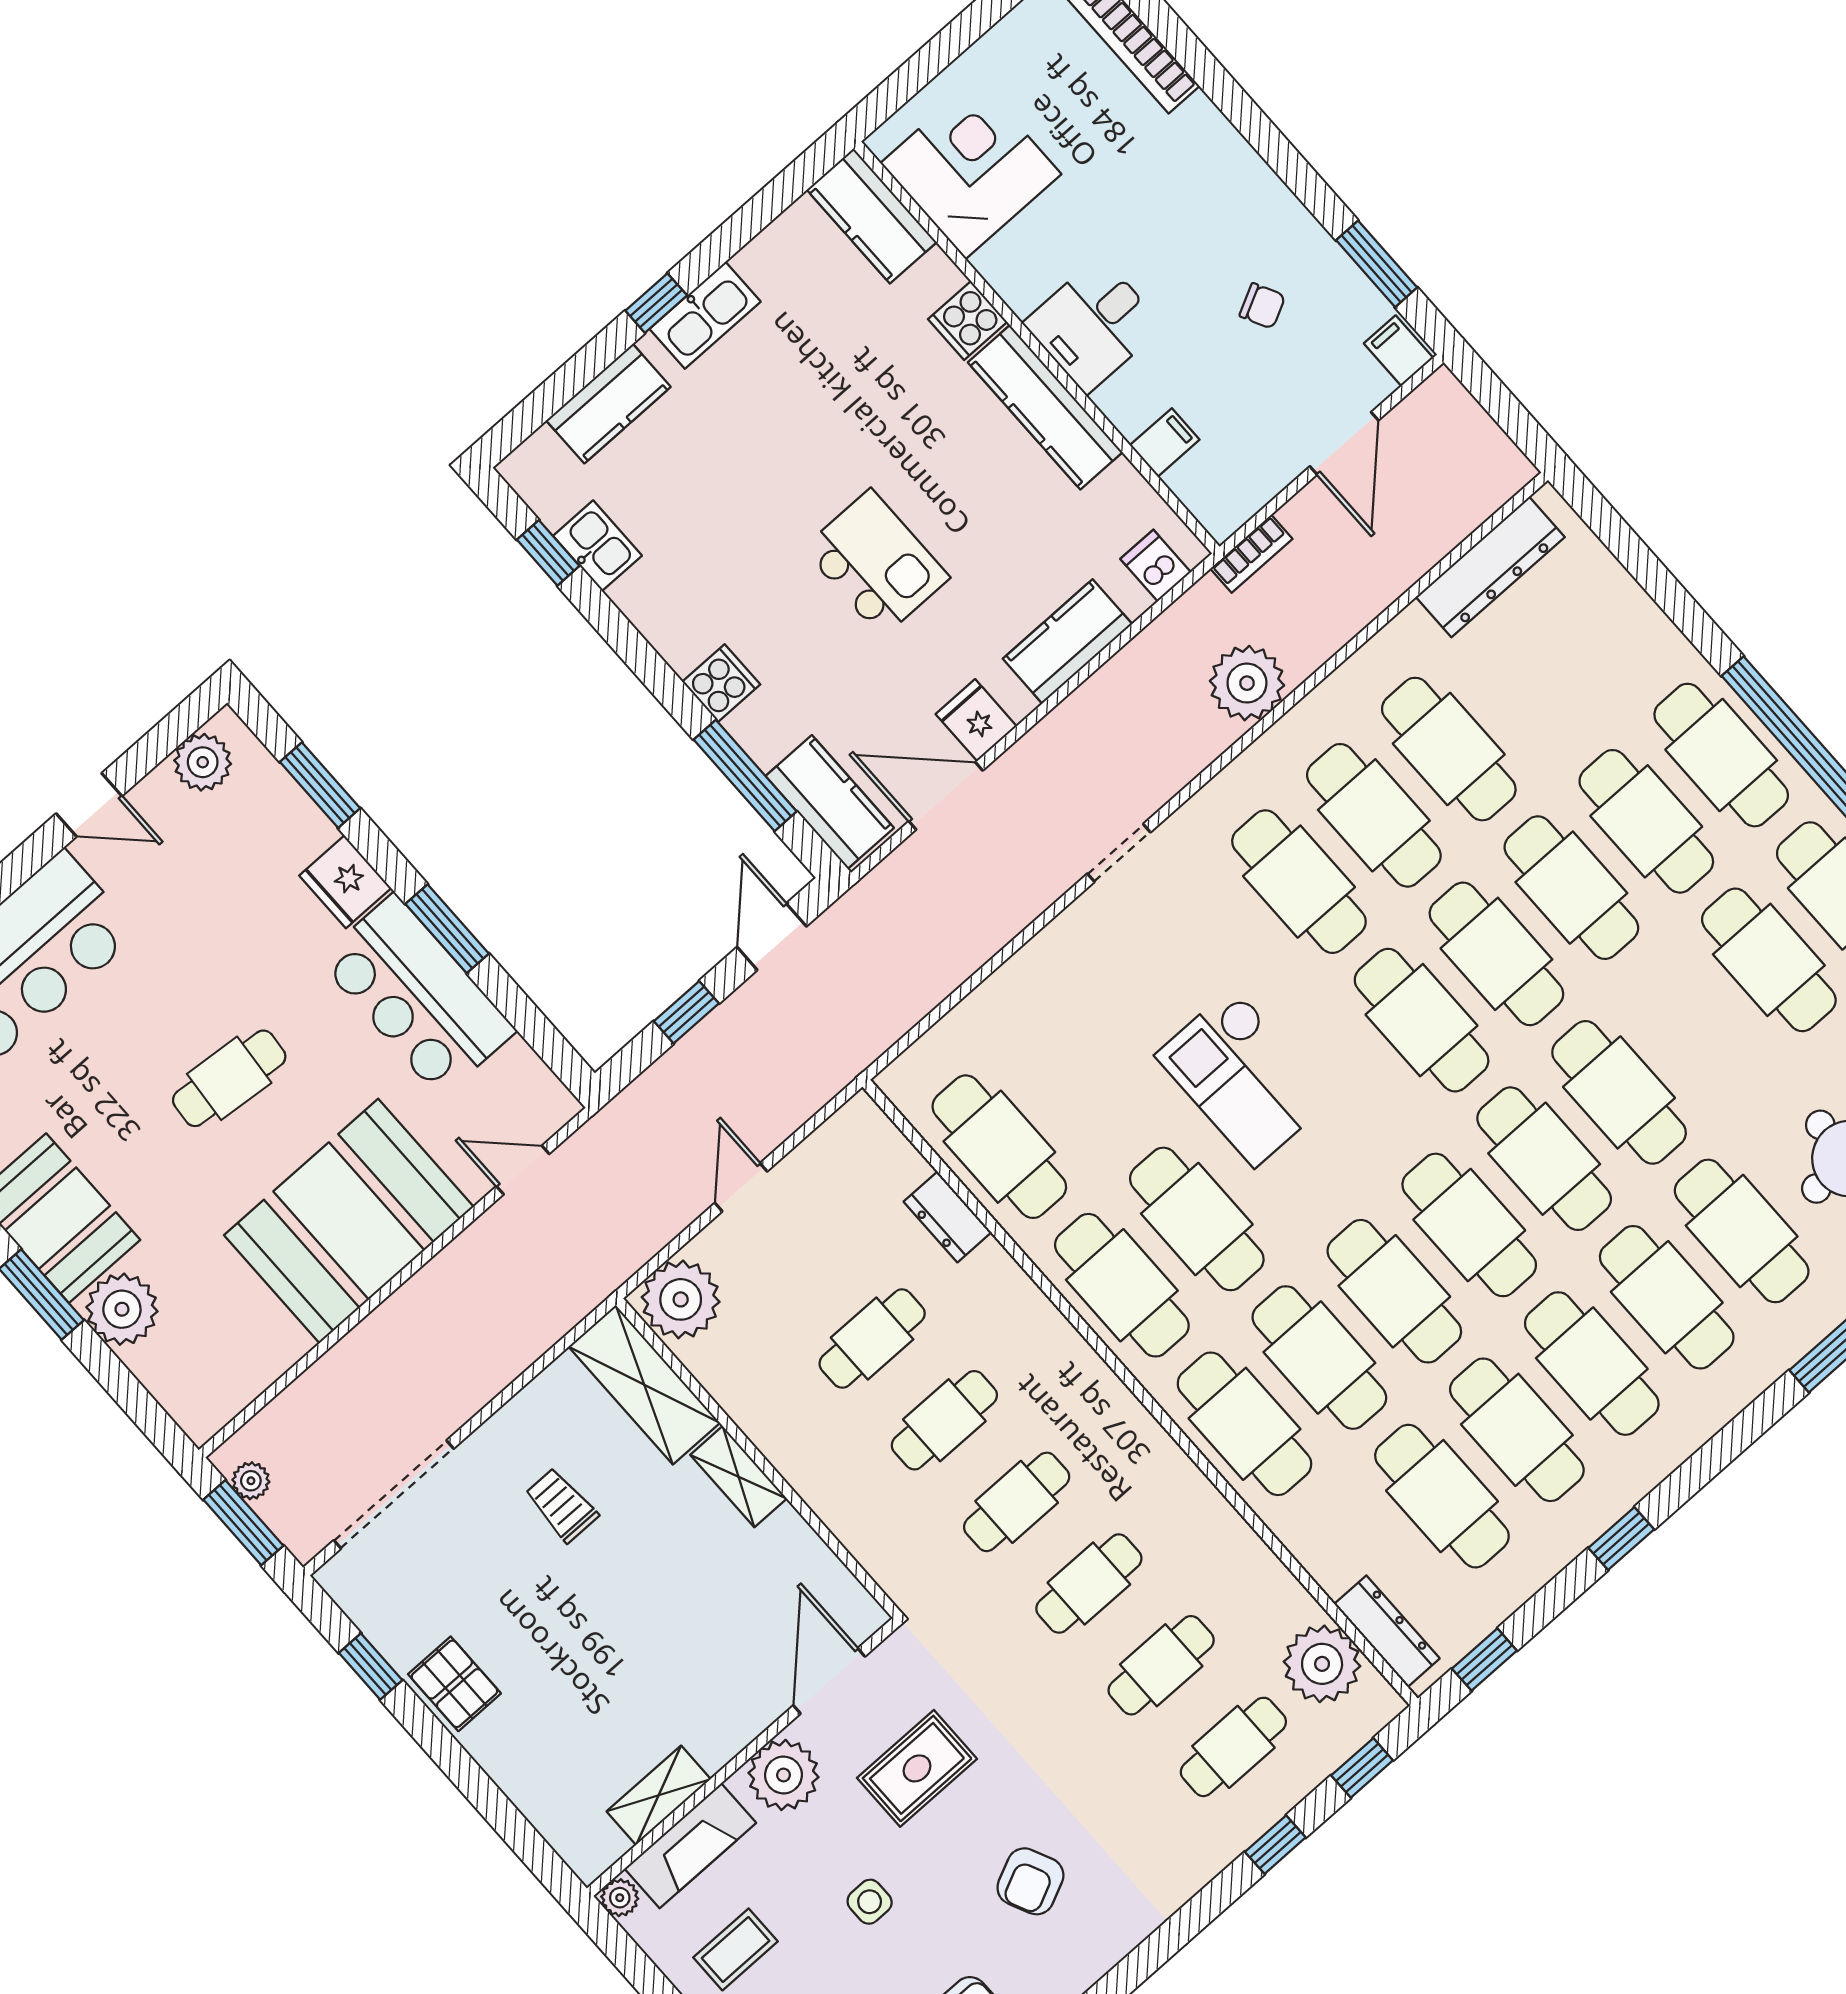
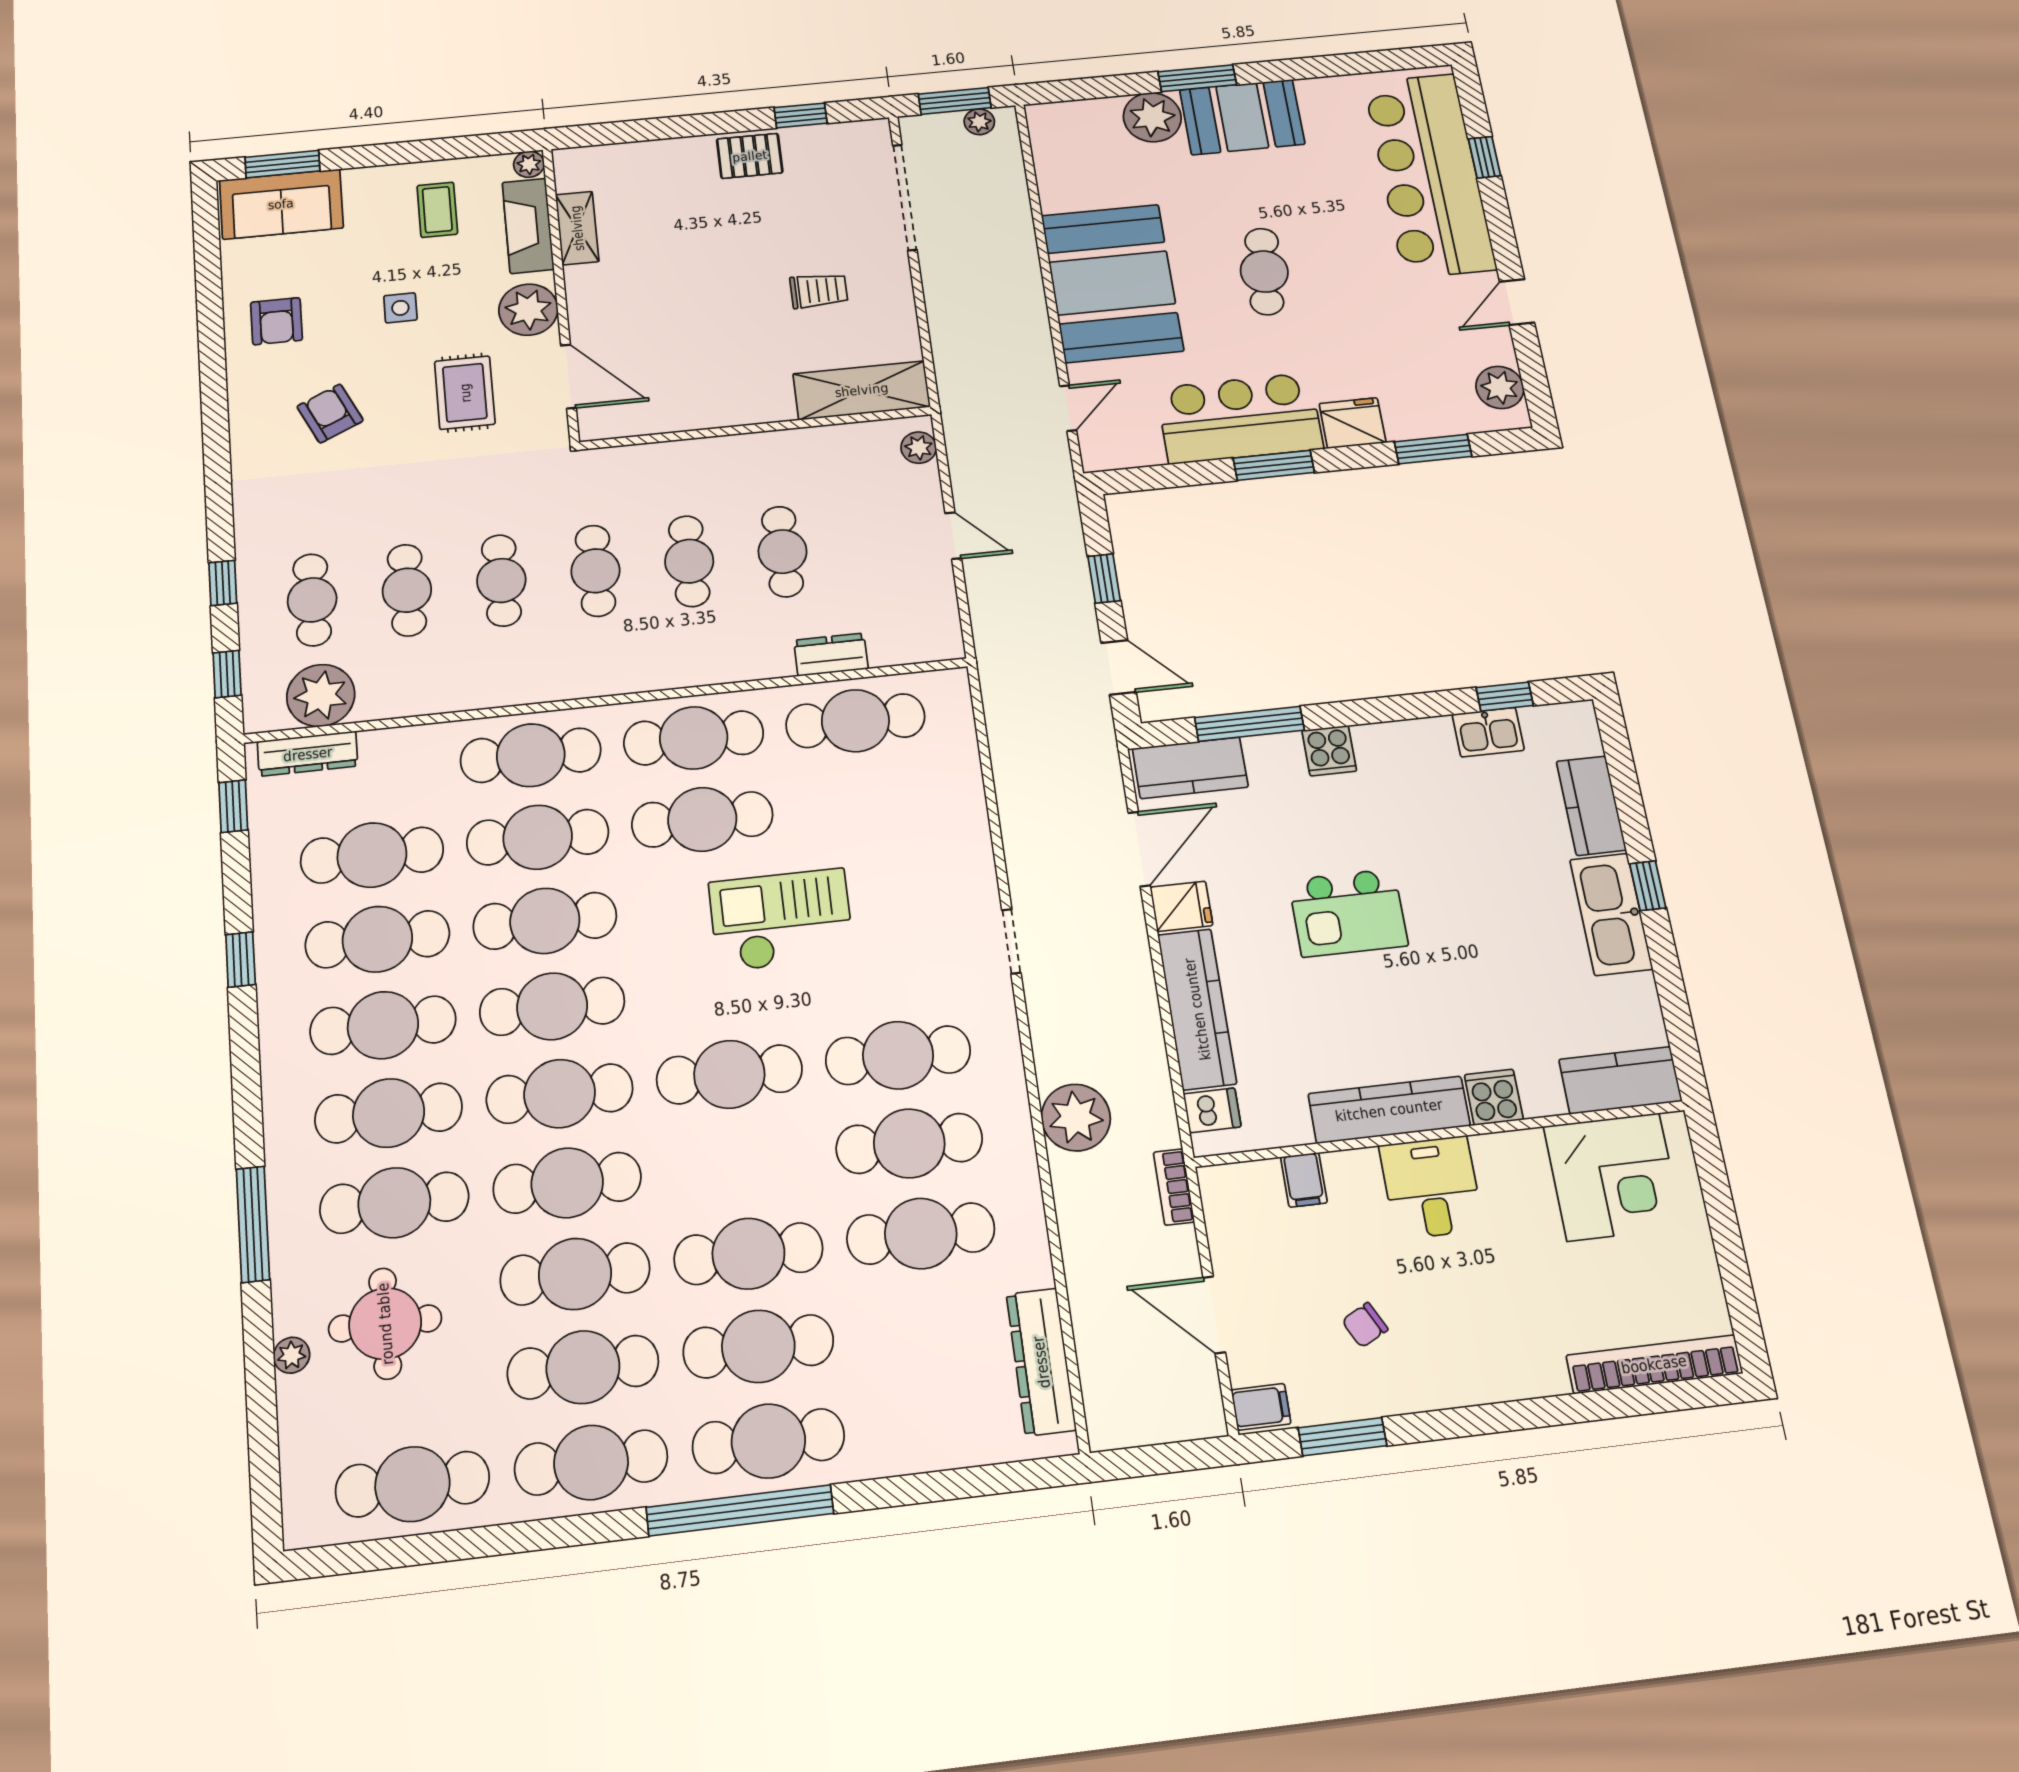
kitchen sink: (705, 315) -> (1611, 914), width x1.36, depth x1.24
kitchen counter: (1068, 641) -> (1197, 1009), width x1.50
cafe table: (1496, 954) -> (575, 1274), moved
plant: (681, 1299) -> (919, 448), width x0.53, depth x0.53
shelving: (738, 1477) -> (753, 409), removed

